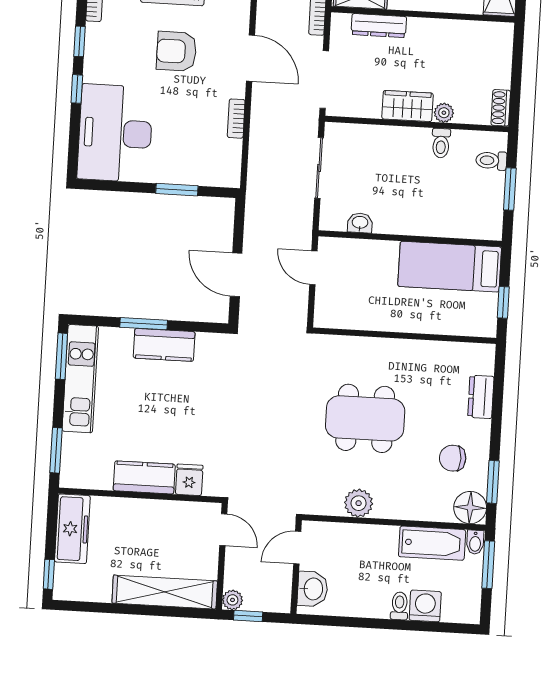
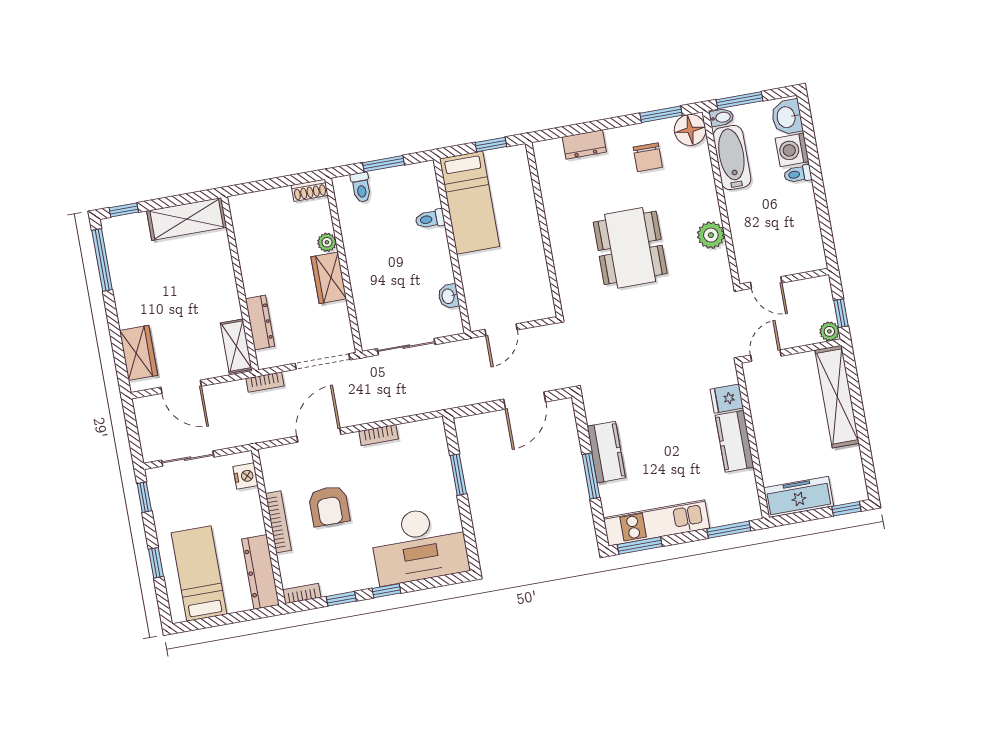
toilet: (441, 143) -> (430, 219), moved, turned 180
washbasin: (313, 589) -> (787, 117), moved, turned -90

